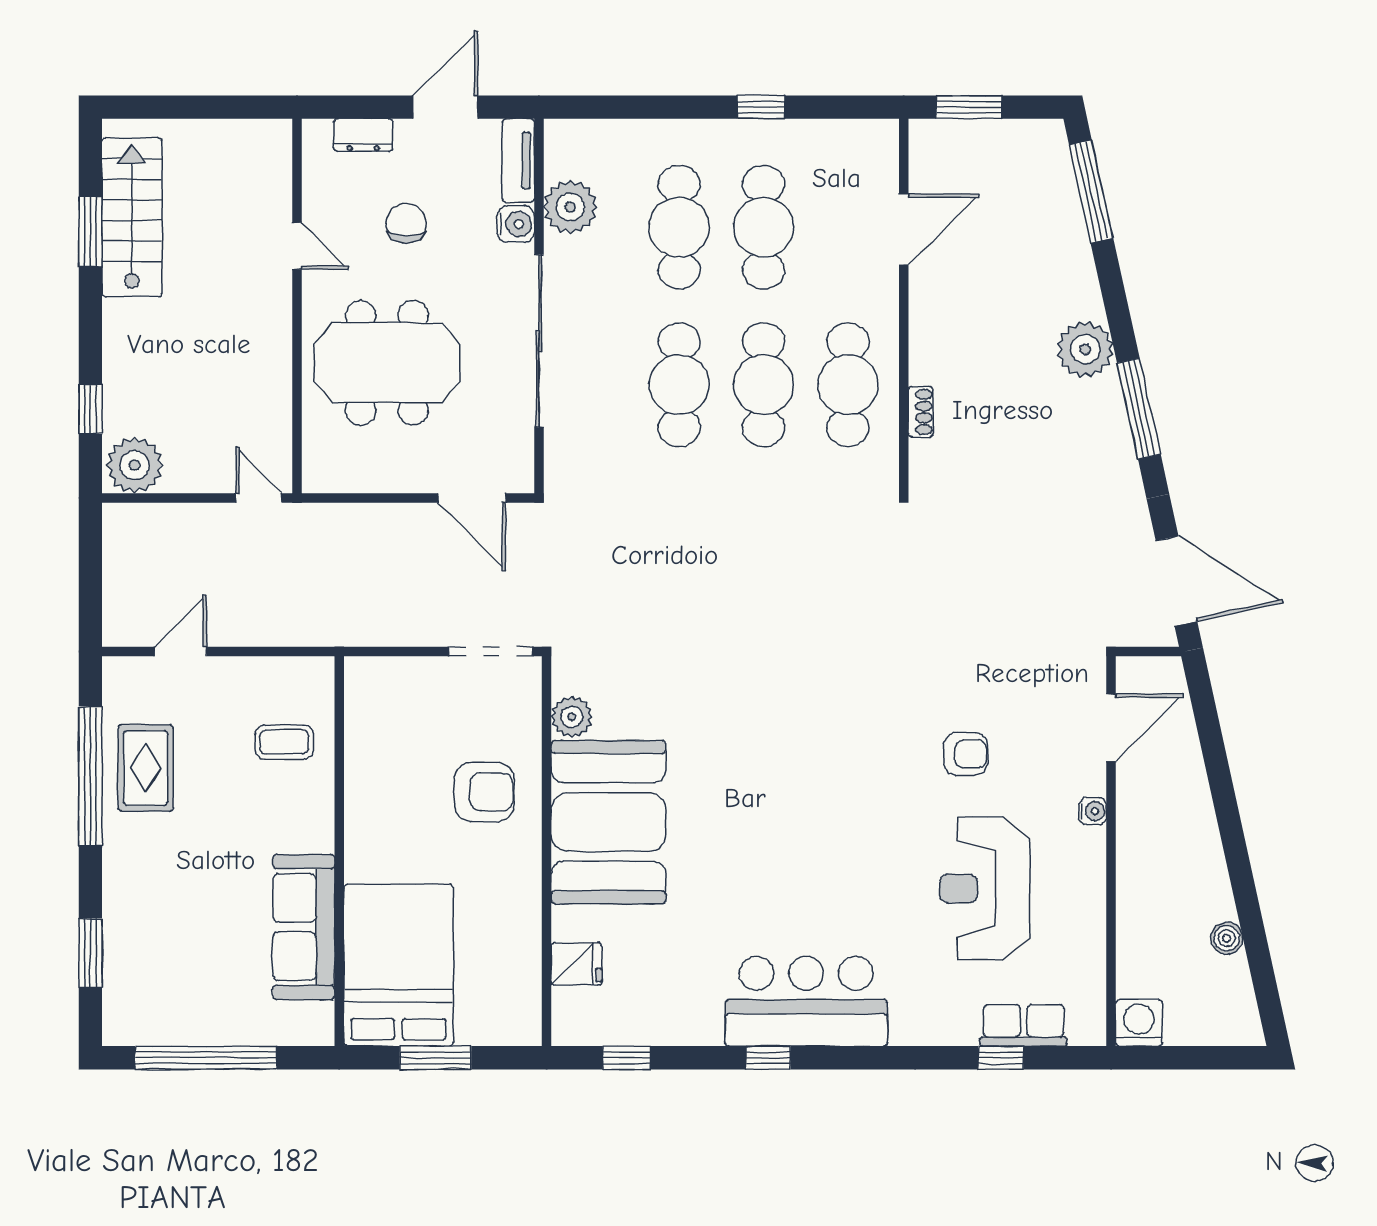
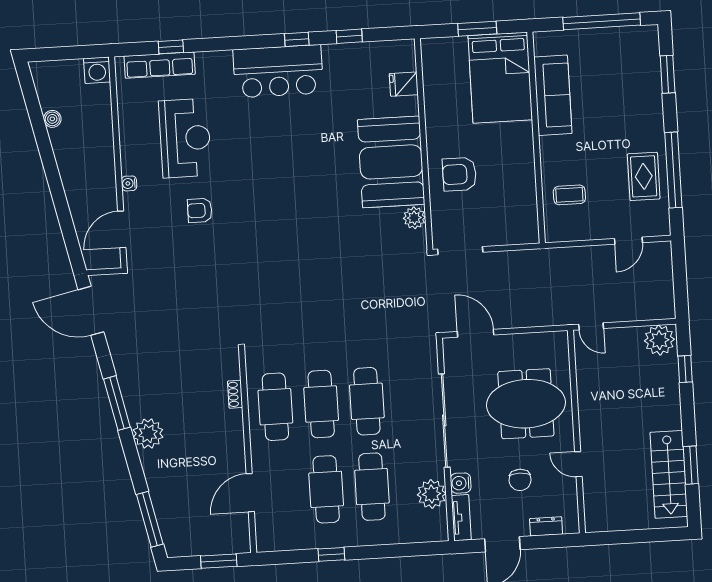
row of seats: (1023, 1025) -> (160, 65), width x1.48
window: (627, 1058) -> (349, 36), moved

